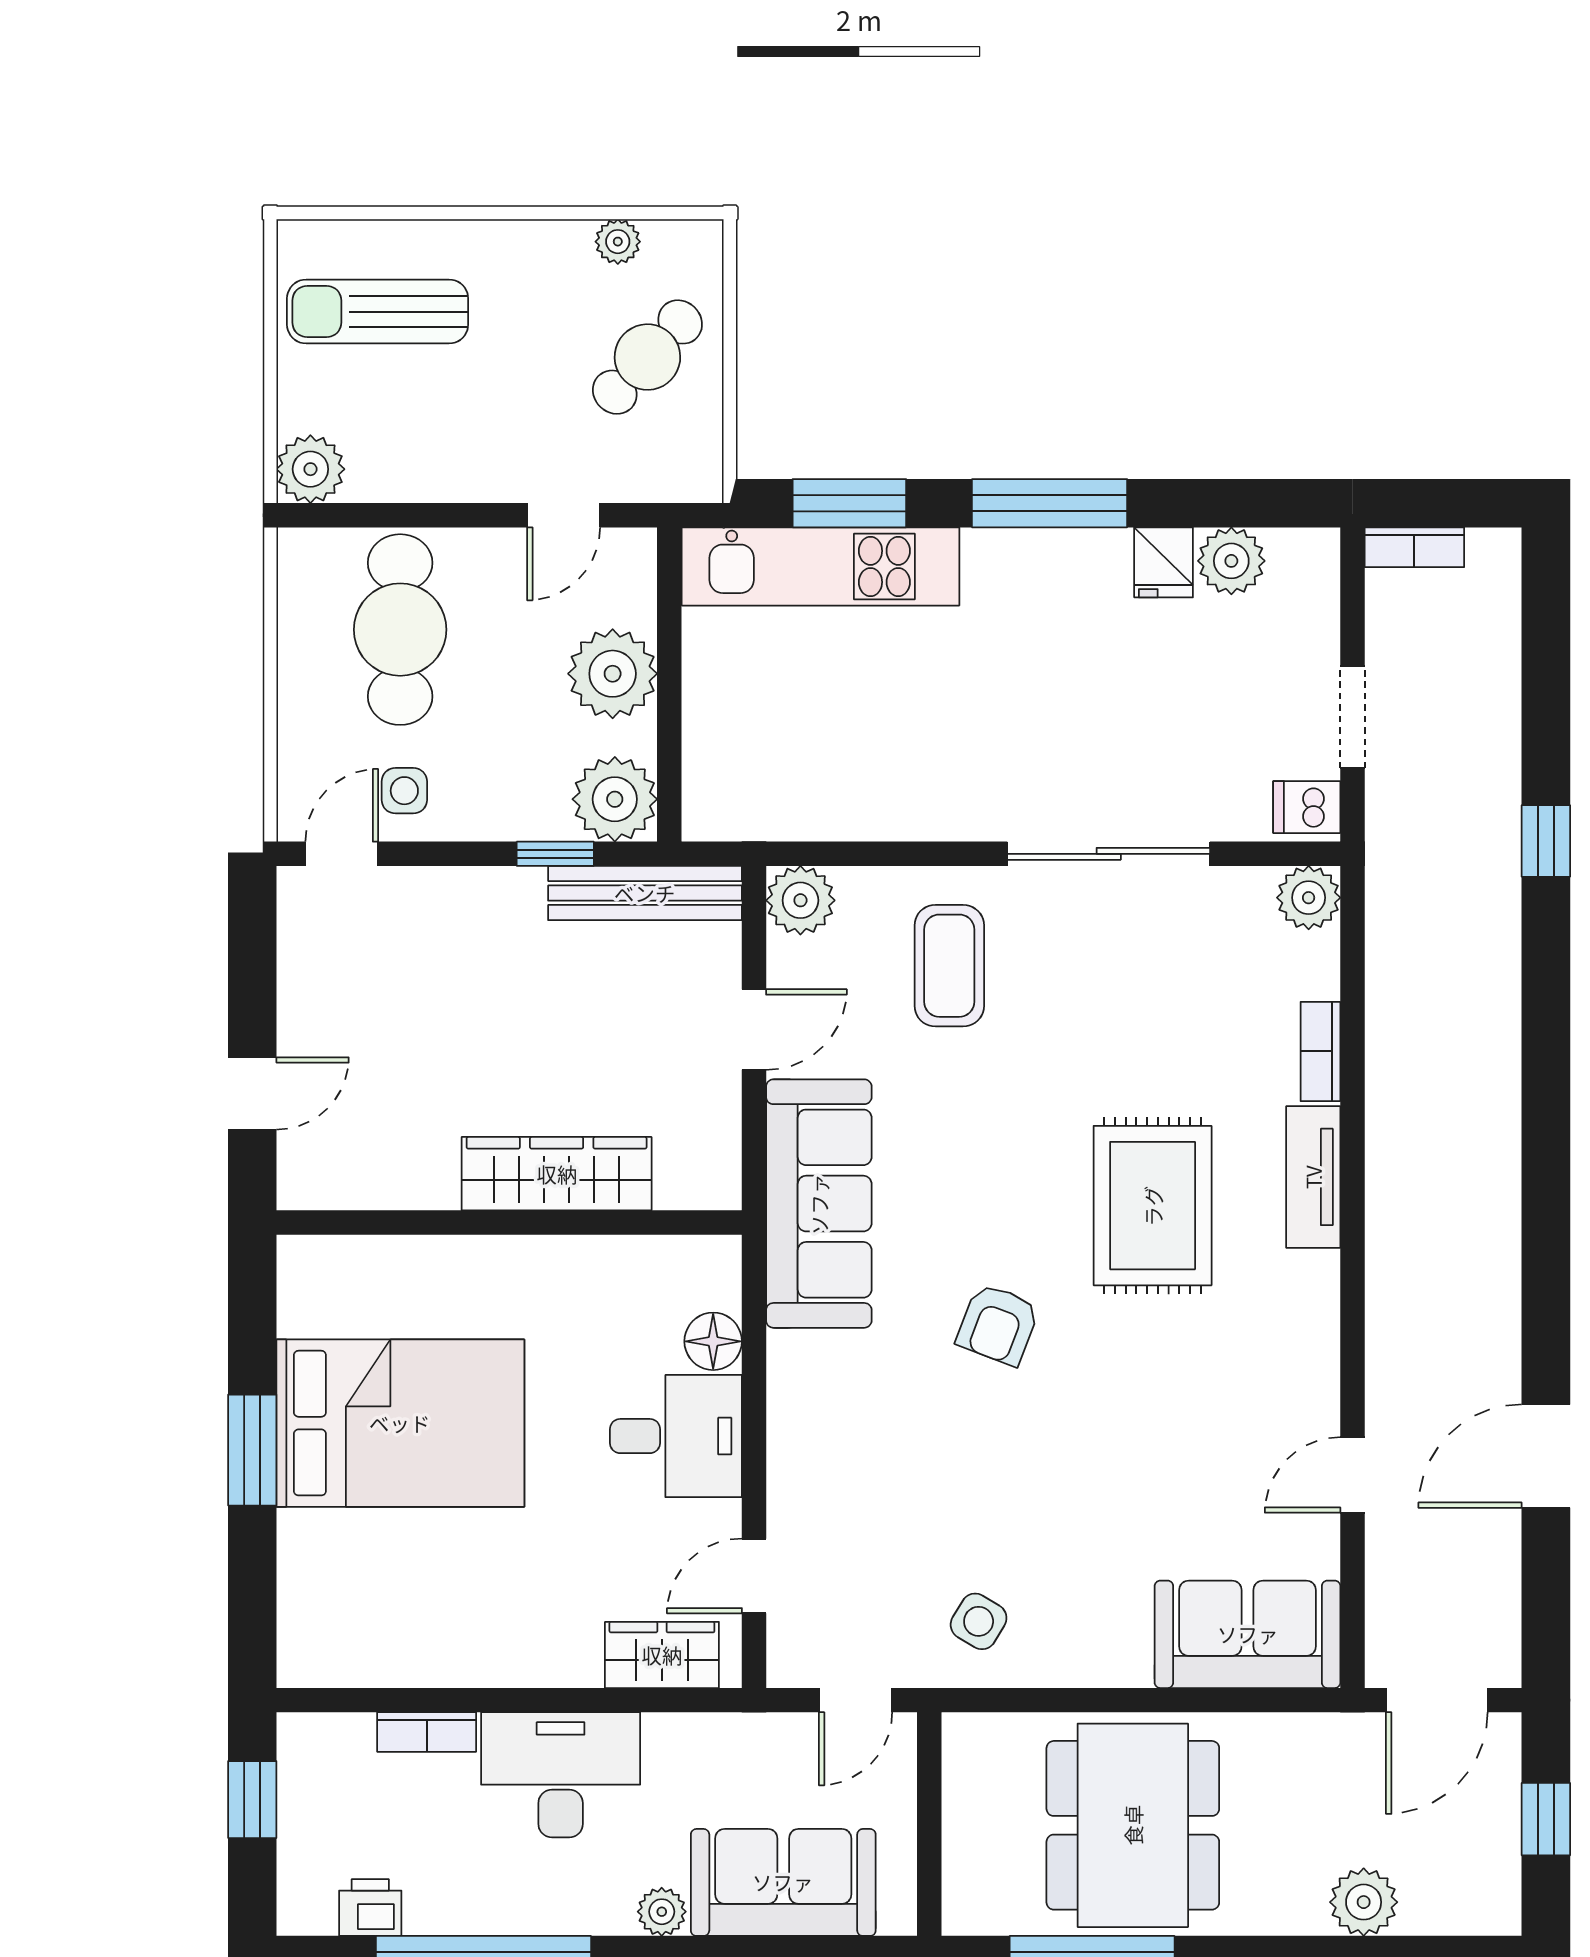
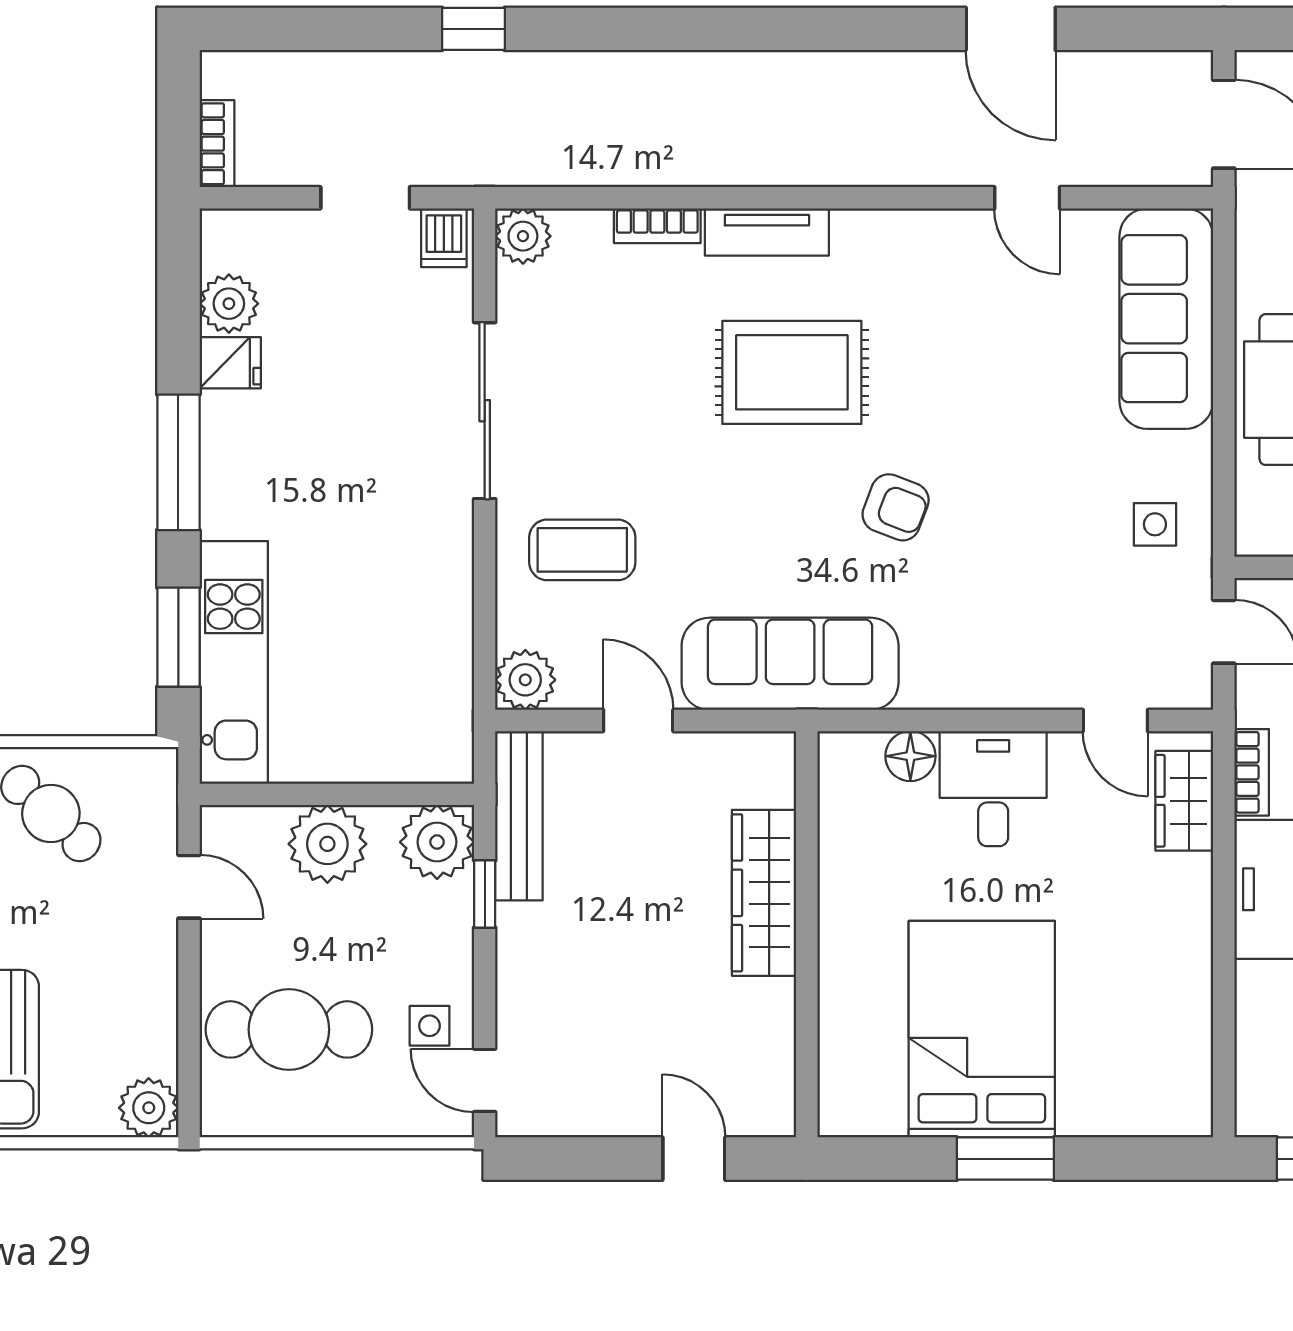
side table: (979, 1621) -> (1155, 524), turned -31
sofa: (1248, 1634) -> (1166, 319), width x1.36
bookcase: (427, 1732) -> (1252, 772), moved

